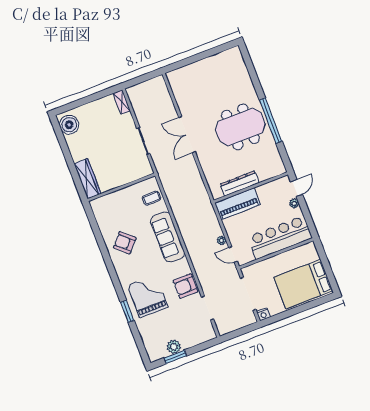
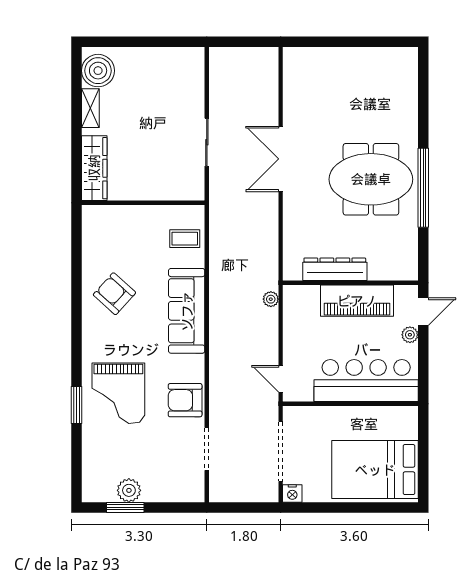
shelving: (122, 102) -> (90, 108), moved
piano: (238, 204) -> (357, 301), moved
plant: (221, 240) -> (271, 299), moved
grand piano: (148, 296) -> (118, 393), turned 180

